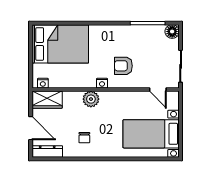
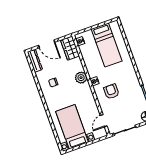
bed: (60, 44) -> (107, 45), width x0.67
door: (31, 128) -> (47, 44), hinge flipped

